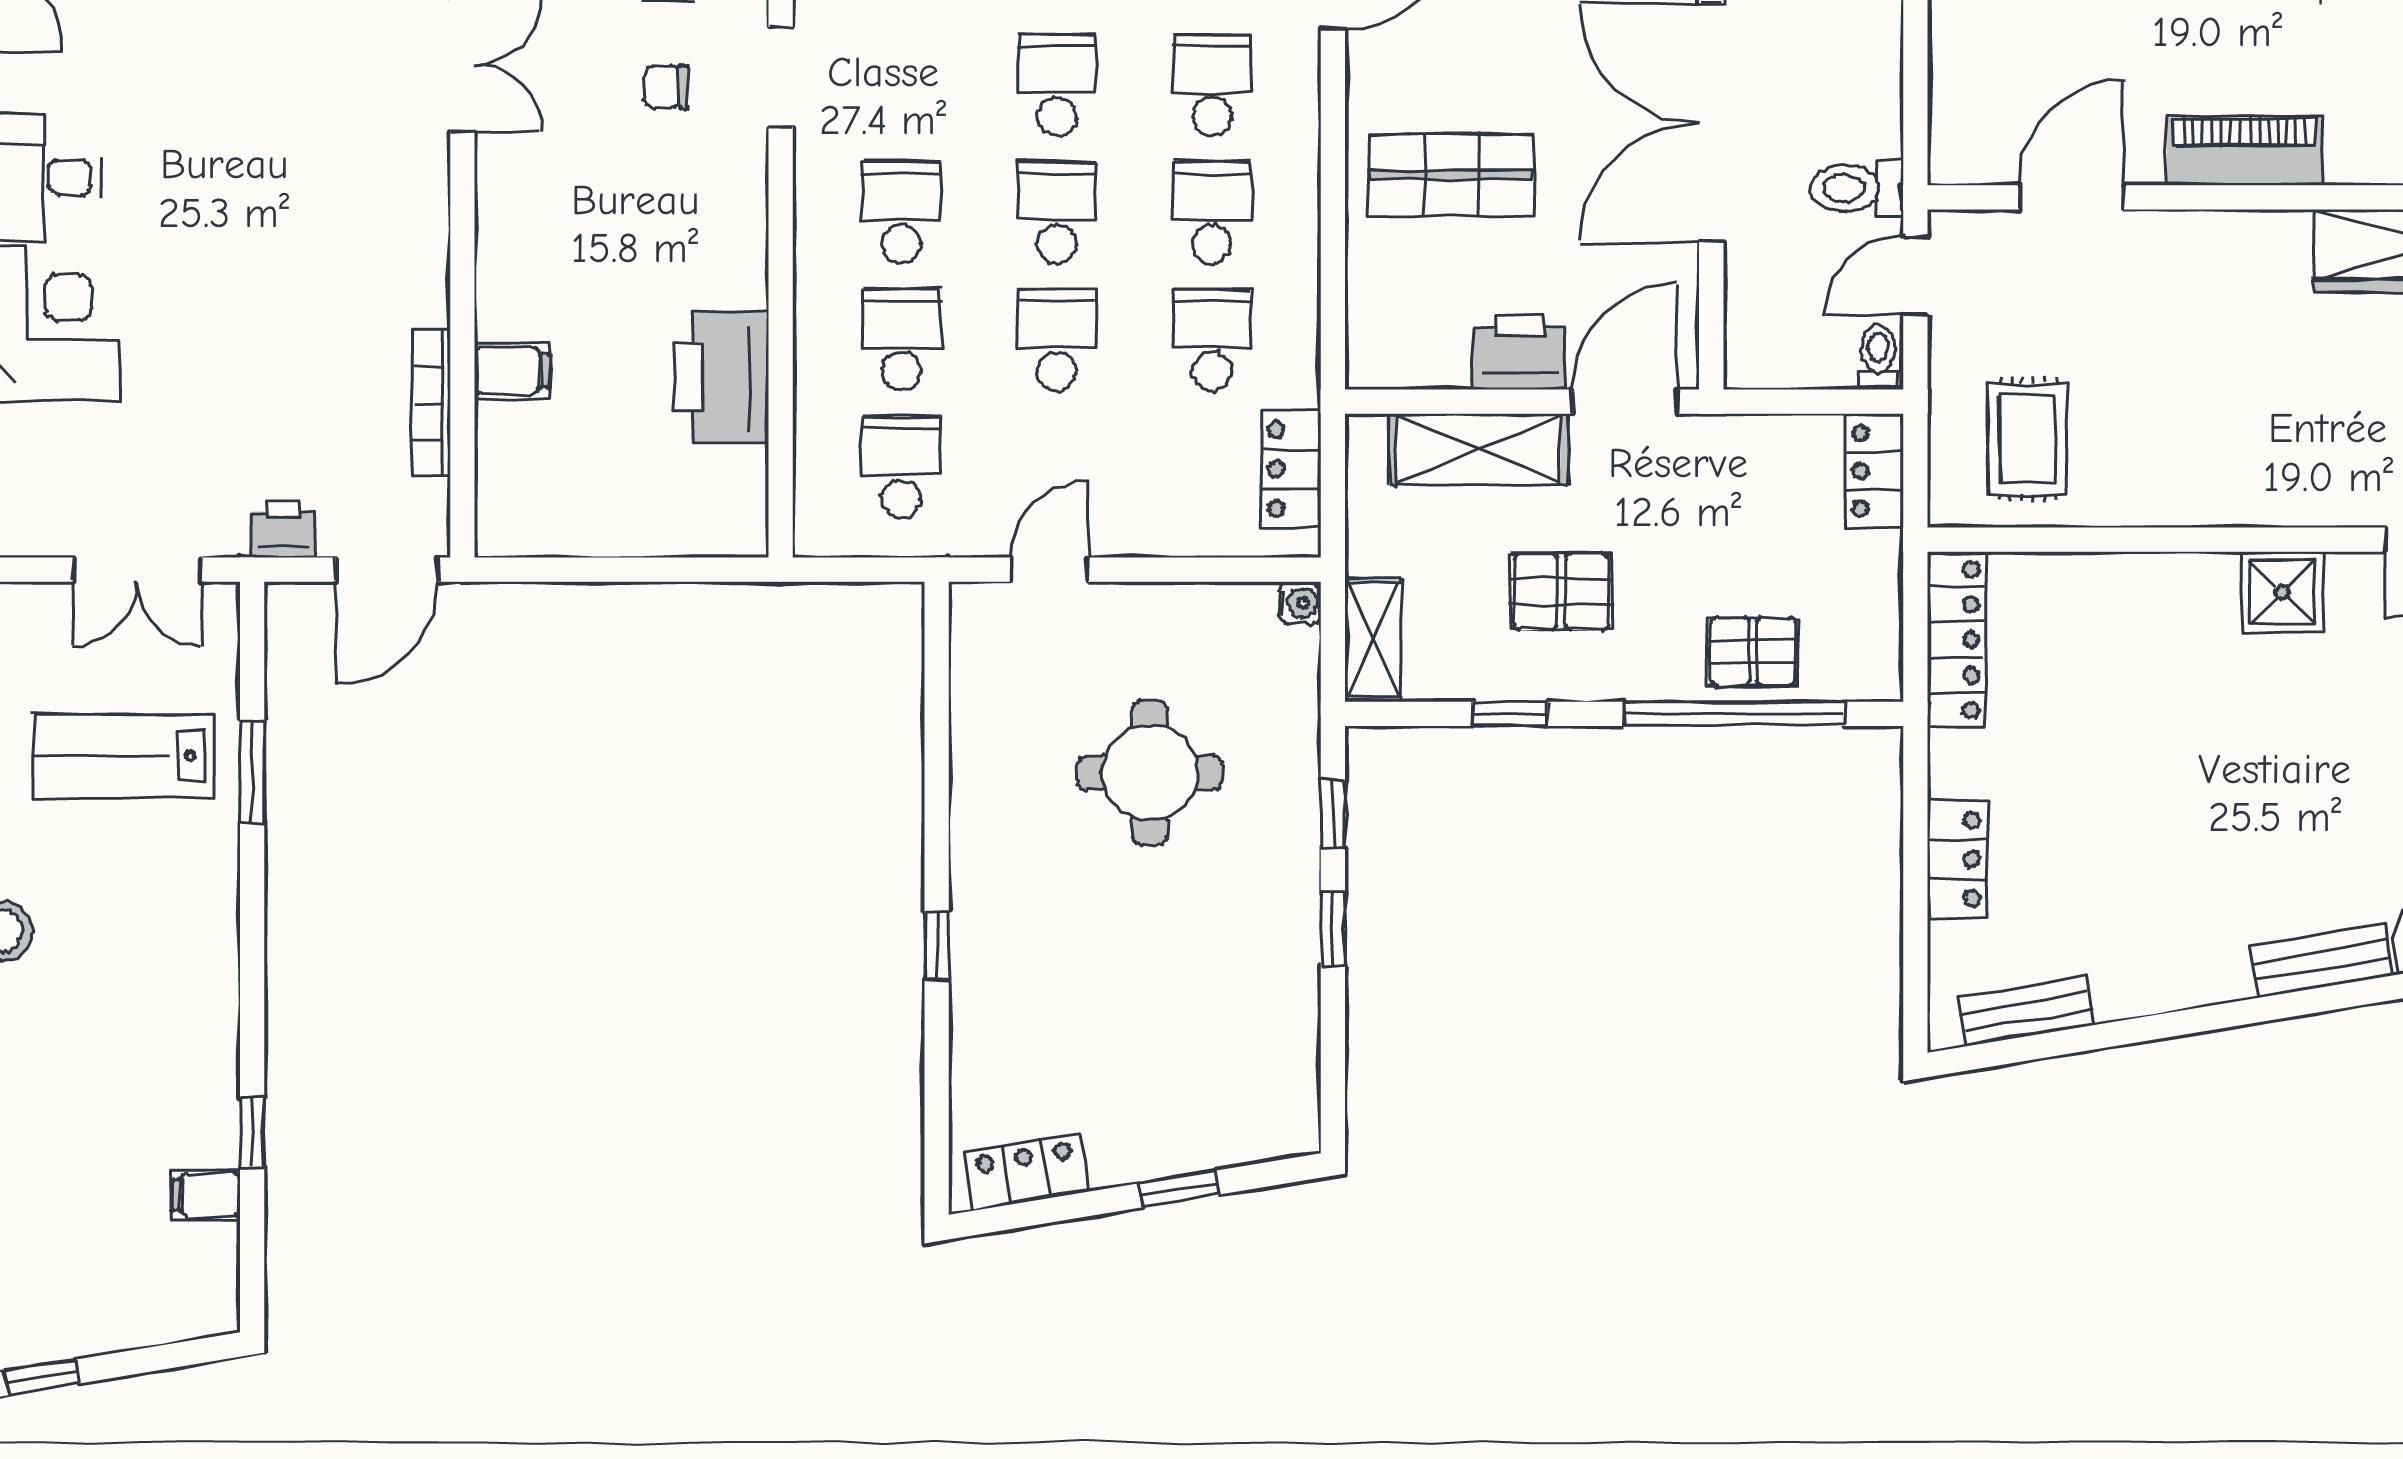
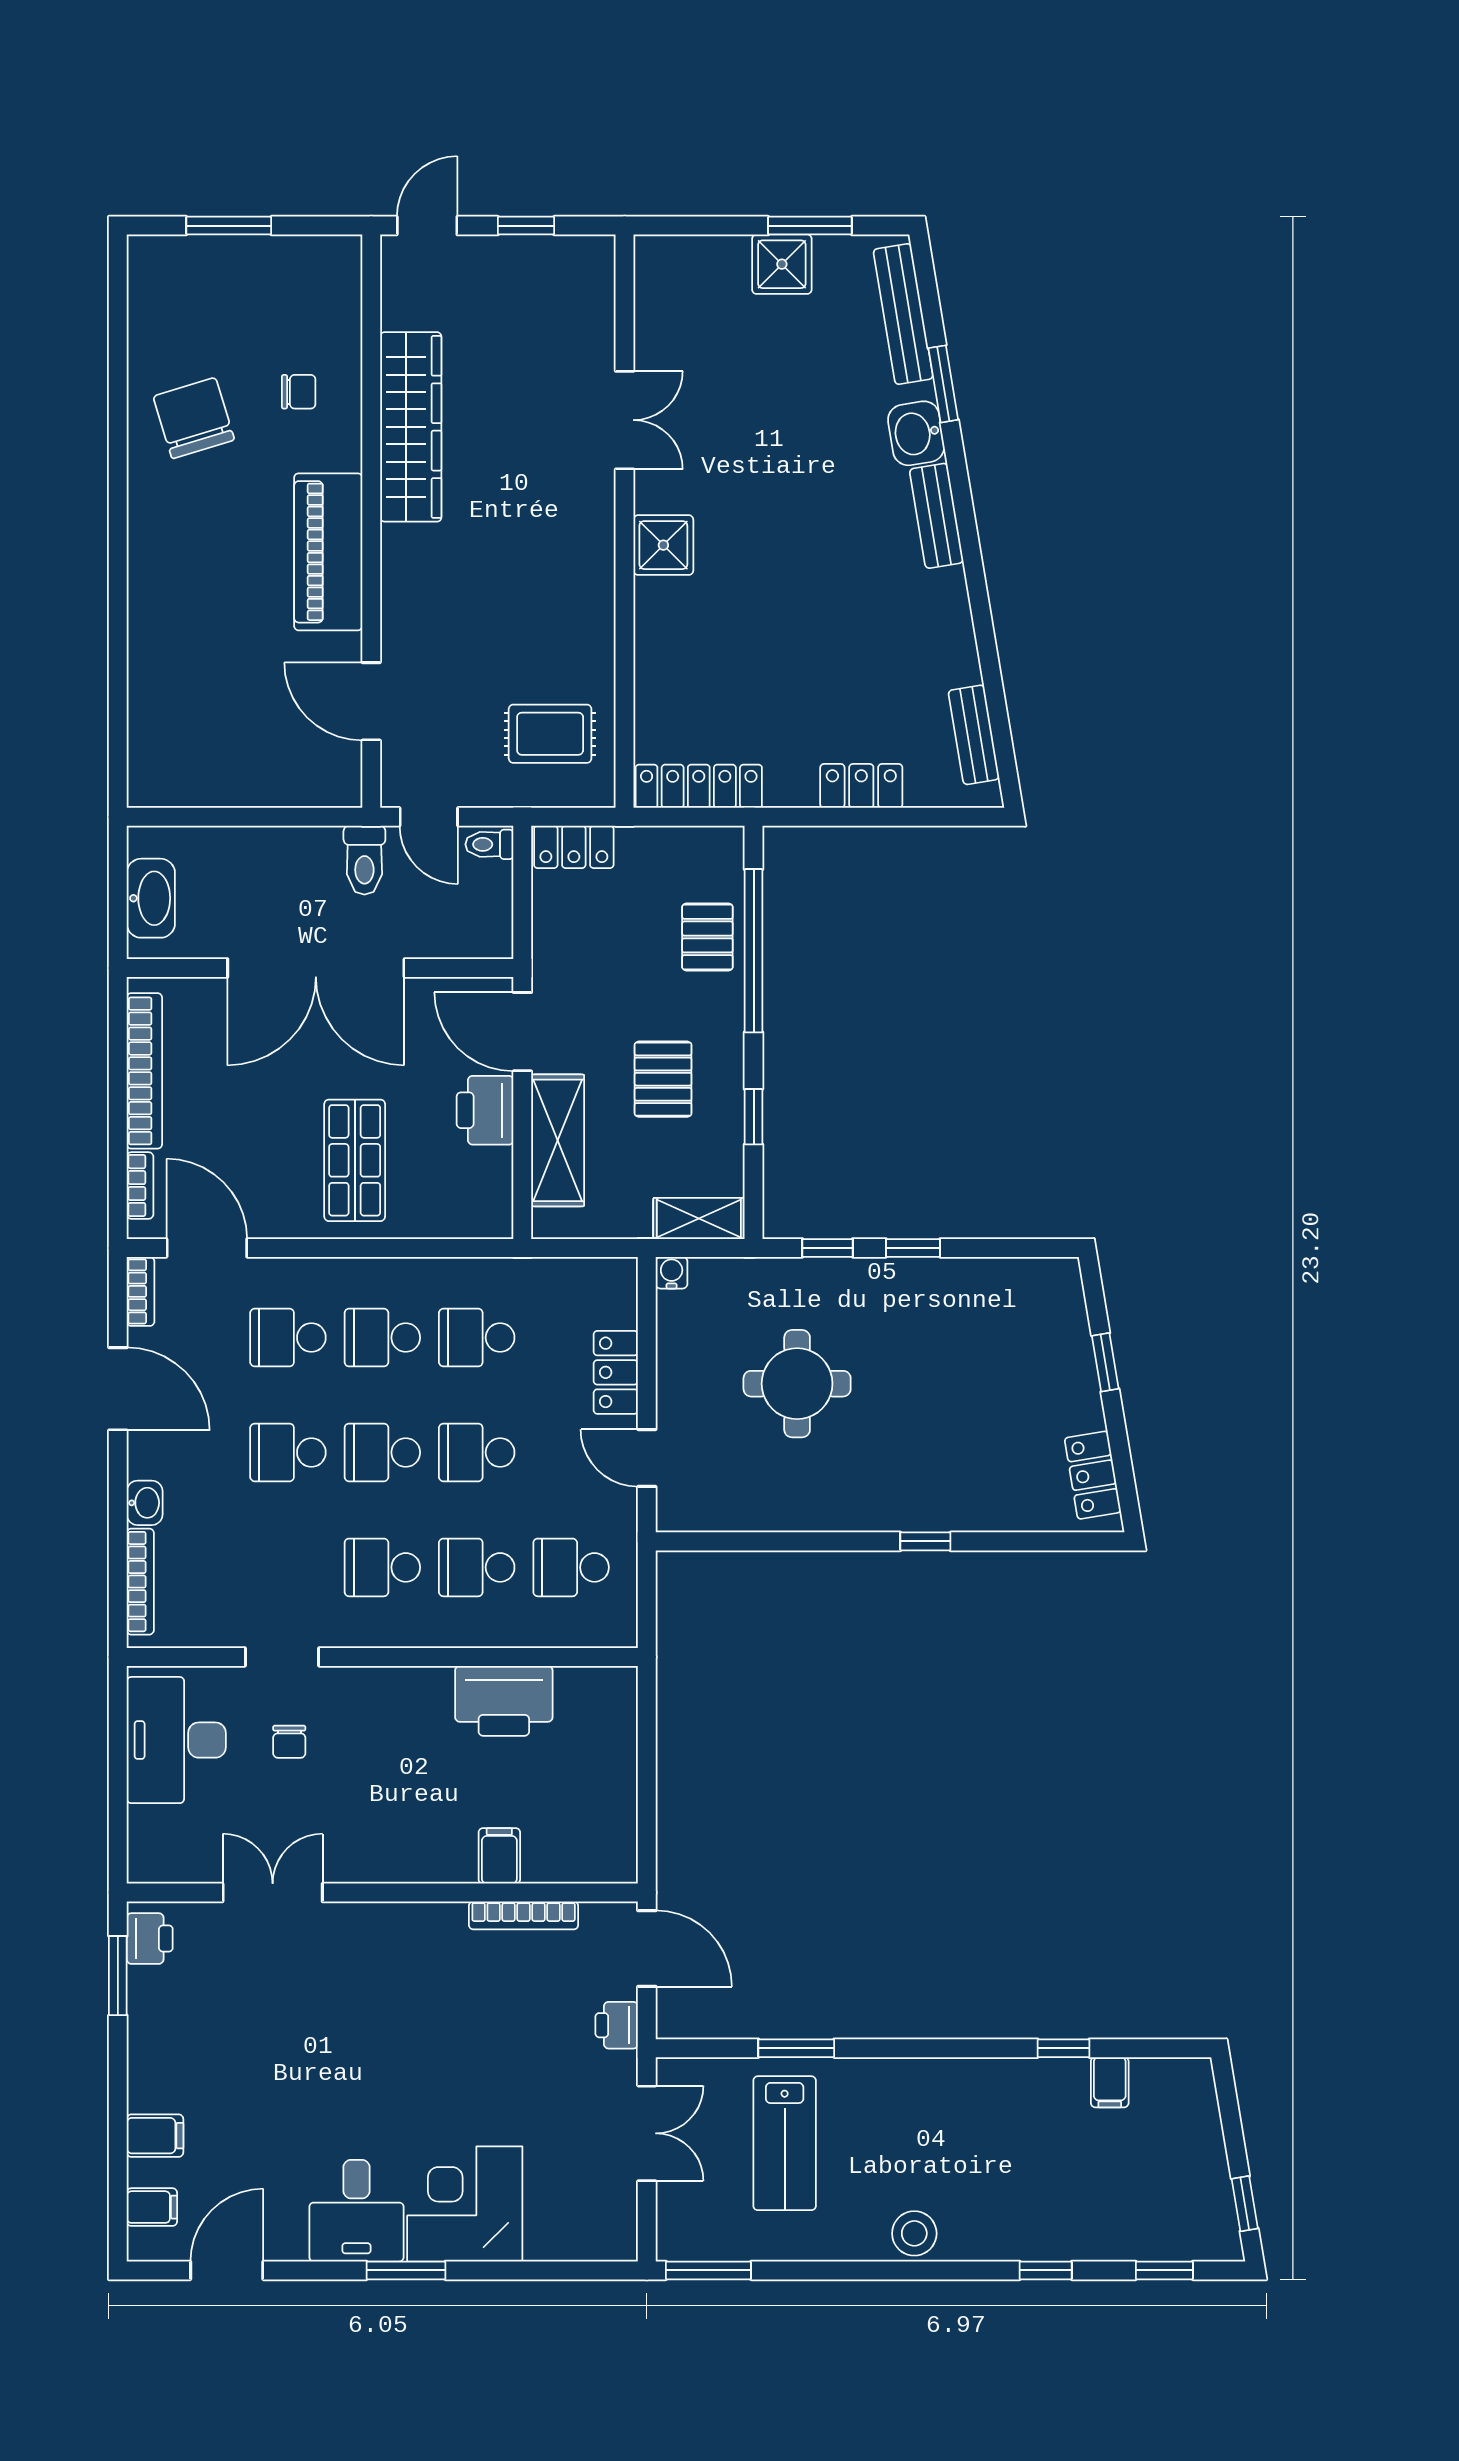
piano: (2245, 151) -> (328, 552), width x1.37, depth x1.33
locker: (1291, 469) -> (616, 1372), moved, turned 90

